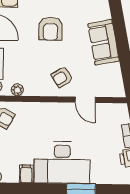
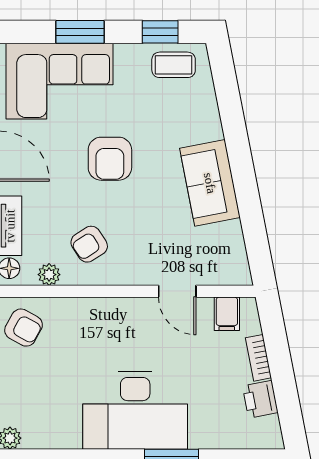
armchair: (62, 77) -> (89, 244), moved
filing cabinet: (26, 174) -> (227, 314), moved, turned 180

